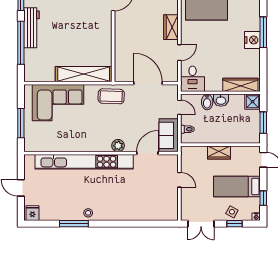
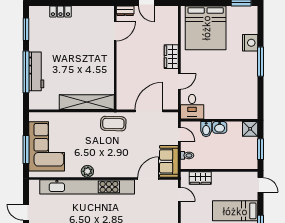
workbench: (31, 28) -> (36, 71), moved
nightstand: (252, 40) -> (250, 43), moved
door: (148, 83) -> (149, 111), hinge flipped
wardrobe: (240, 85) -> (238, 112), removed
corner sofa: (58, 103) -> (47, 146), moved, turned -90
plant: (118, 146) -> (87, 171), moved
wardrobe: (219, 152) -> (200, 178), moved
door: (179, 180) -> (179, 194), moved

